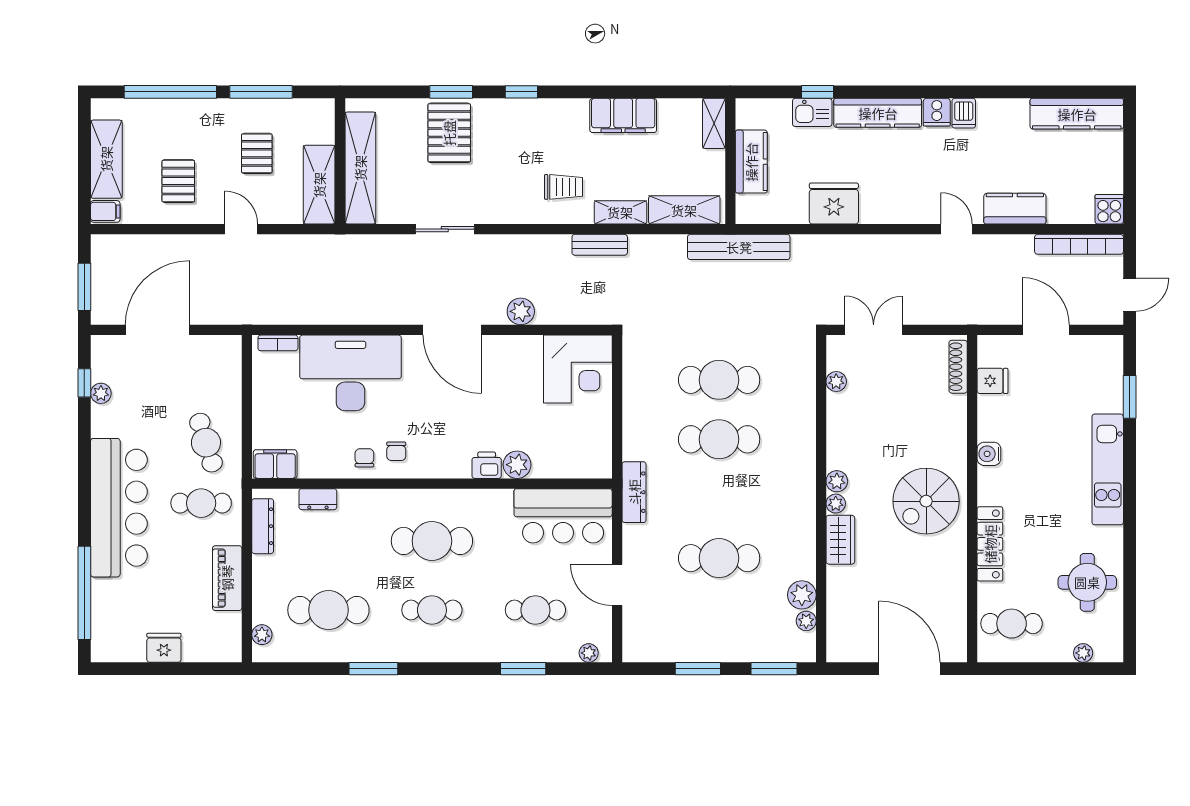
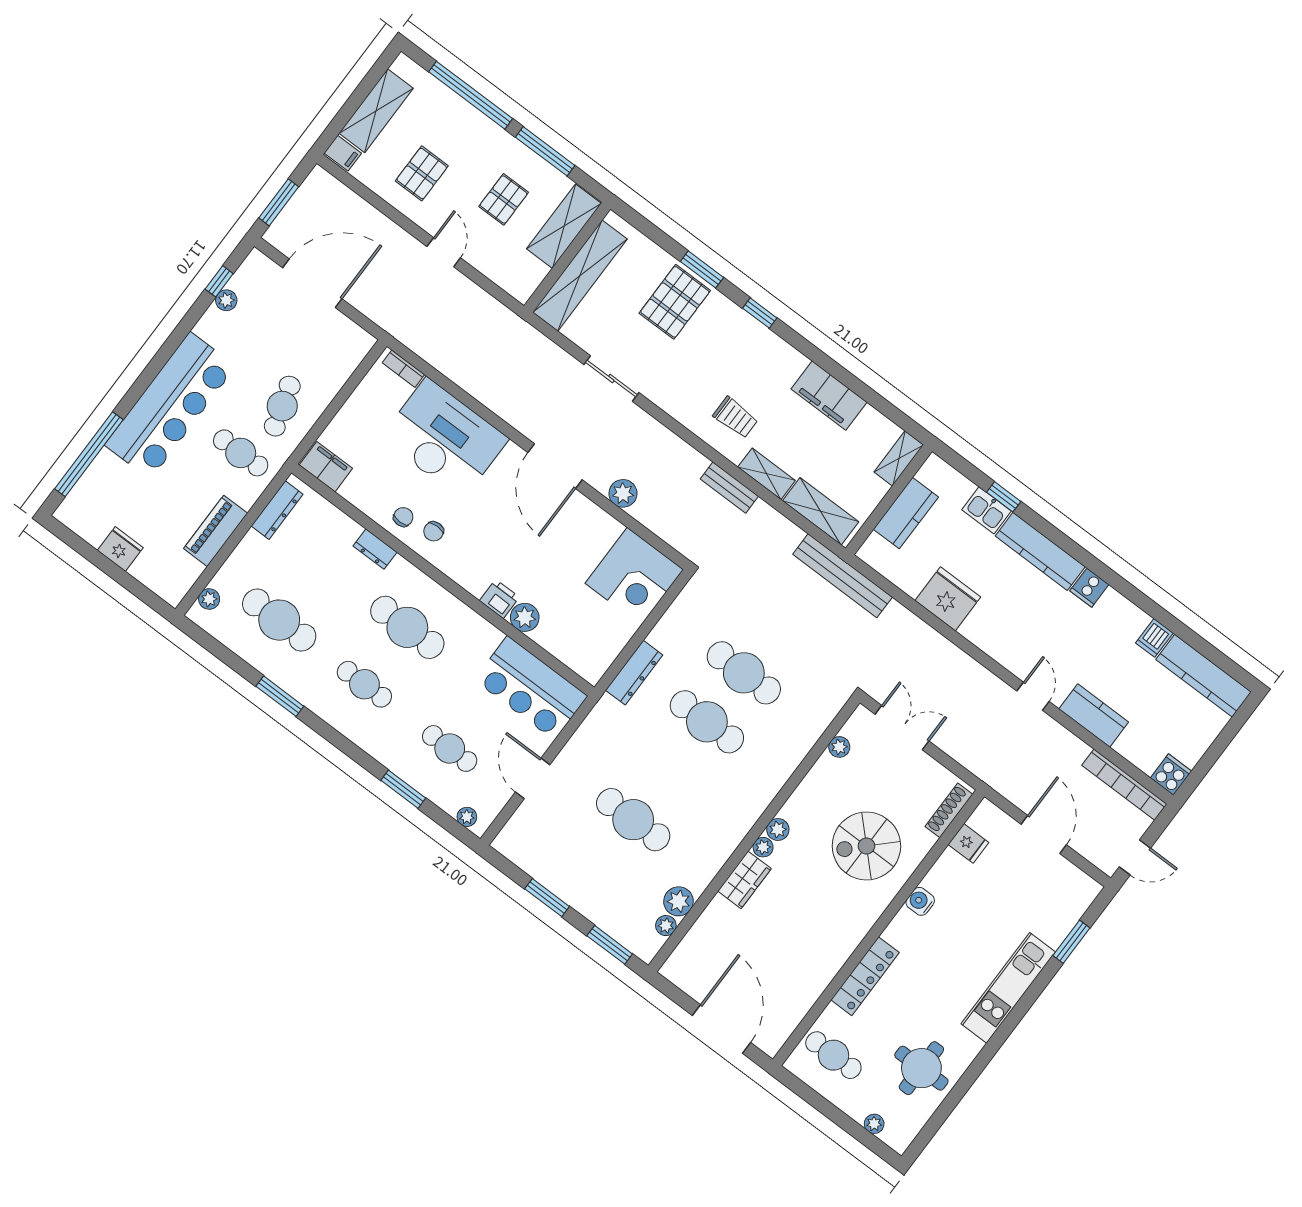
dishwasher: (964, 113) -> (1154, 638), moved
shelving: (319, 185) -> (564, 226), moved
dresser: (634, 492) -> (634, 673), moved
dresser: (318, 499) -> (375, 549), moved
spiral stairs: (926, 501) -> (866, 846), moved

